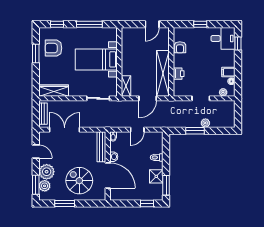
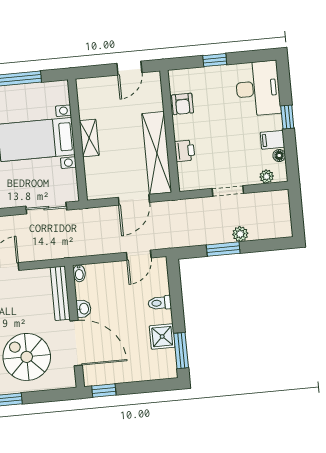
desk: (223, 38) -> (258, 88), width x1.37
window: (238, 44) -> (287, 117), moved
shelving: (126, 86) -> (89, 138), moved
door: (137, 130) -> (139, 255), moved
window: (147, 204) -> (104, 391), moved

